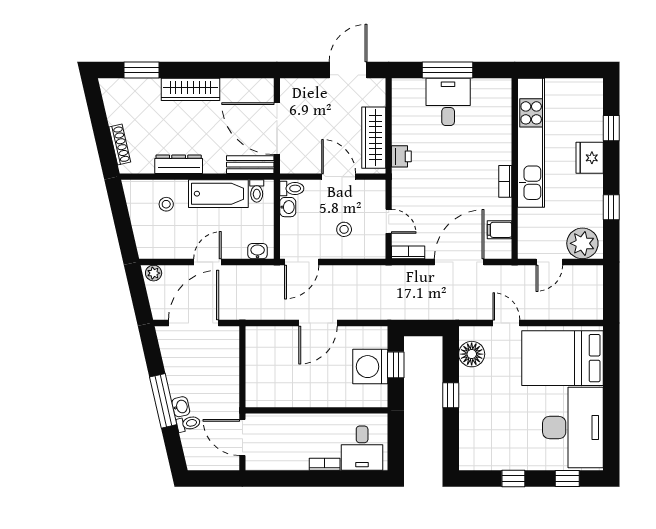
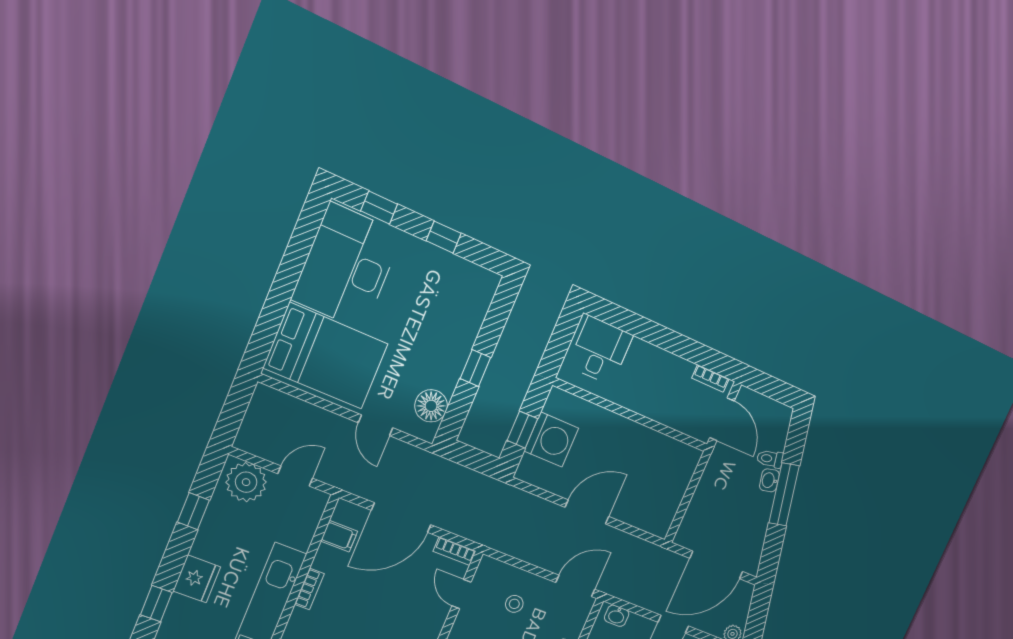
bookcase: (325, 464) -> (710, 378), moved

